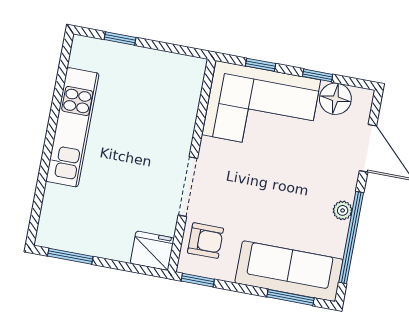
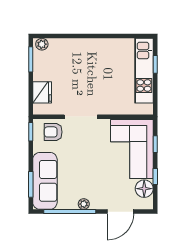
kitchen unit: (72, 127) -> (144, 71), moved, turned 90
plant: (47, 232) -> (42, 44), added
armchair: (205, 241) -> (53, 132), turned 90
fridge: (152, 251) -> (42, 92), moved

